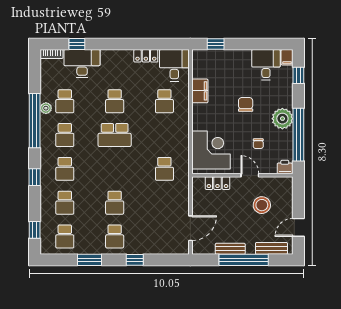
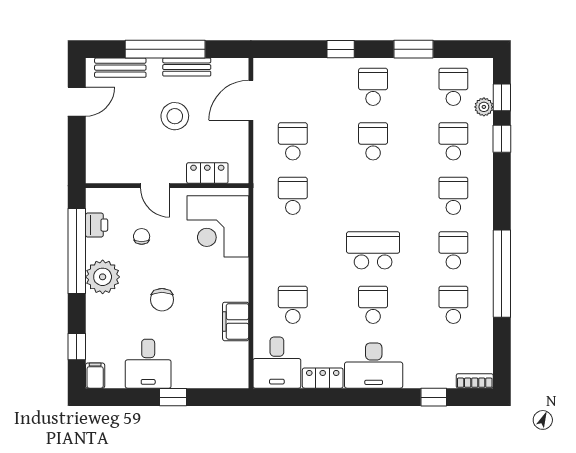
window: (216, 44) -> (173, 397), moved
desk: (82, 64) -> (374, 366), moved
desk: (266, 65) -> (148, 364), moved
plant: (46, 108) -> (484, 107), moved
printer: (285, 167) -> (97, 225), moved, turned -90
window: (35, 177) -> (502, 139), moved
school desk: (164, 203) -> (293, 141), added
stool: (262, 205) -> (175, 116), moved

